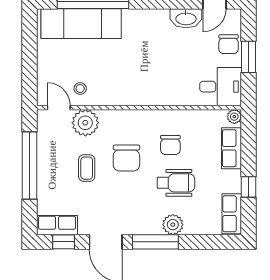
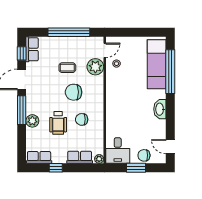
washbasin: (186, 18) -> (160, 109), moved

